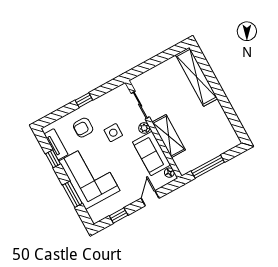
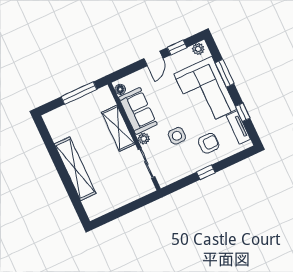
shelving: (196, 77) -> (75, 169), moved
door: (150, 198) -> (153, 58), moved
plant: (99, 215) -> (198, 49), added

